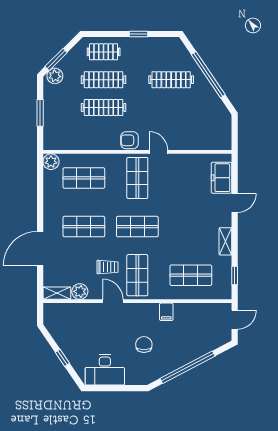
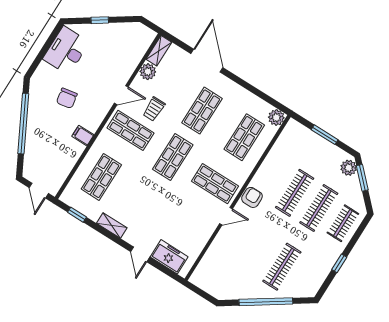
chair: (144, 345) -> (67, 98), turned 80

